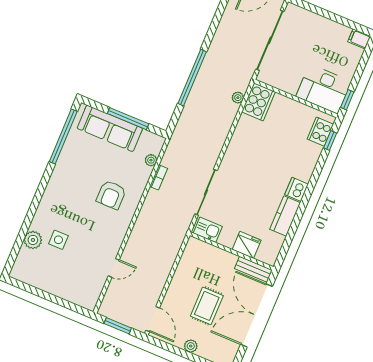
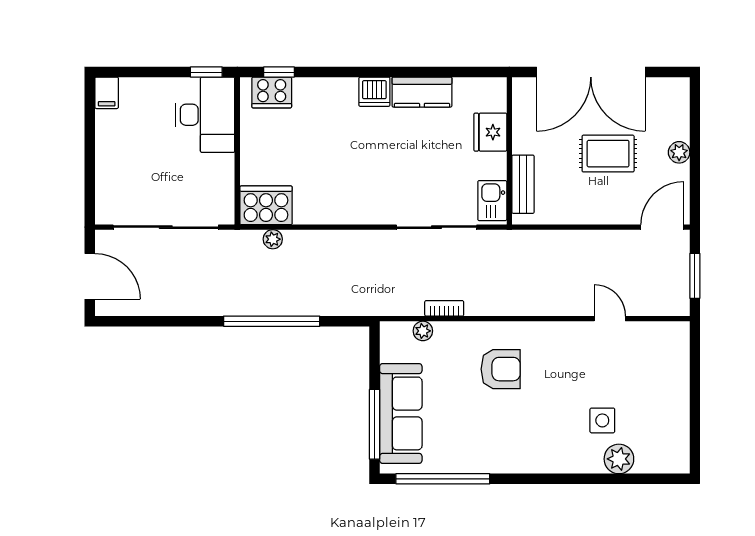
window: (128, 119) -> (375, 424), moved
bench: (253, 269) -> (523, 184), moved

